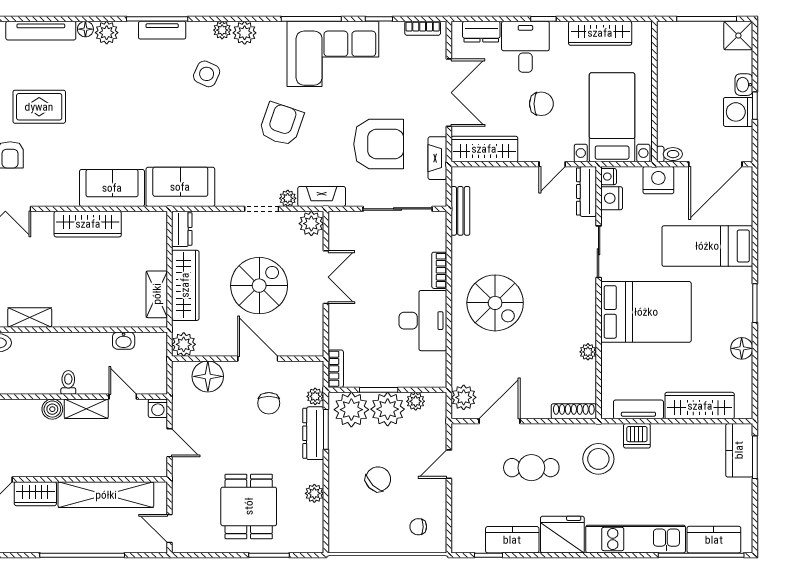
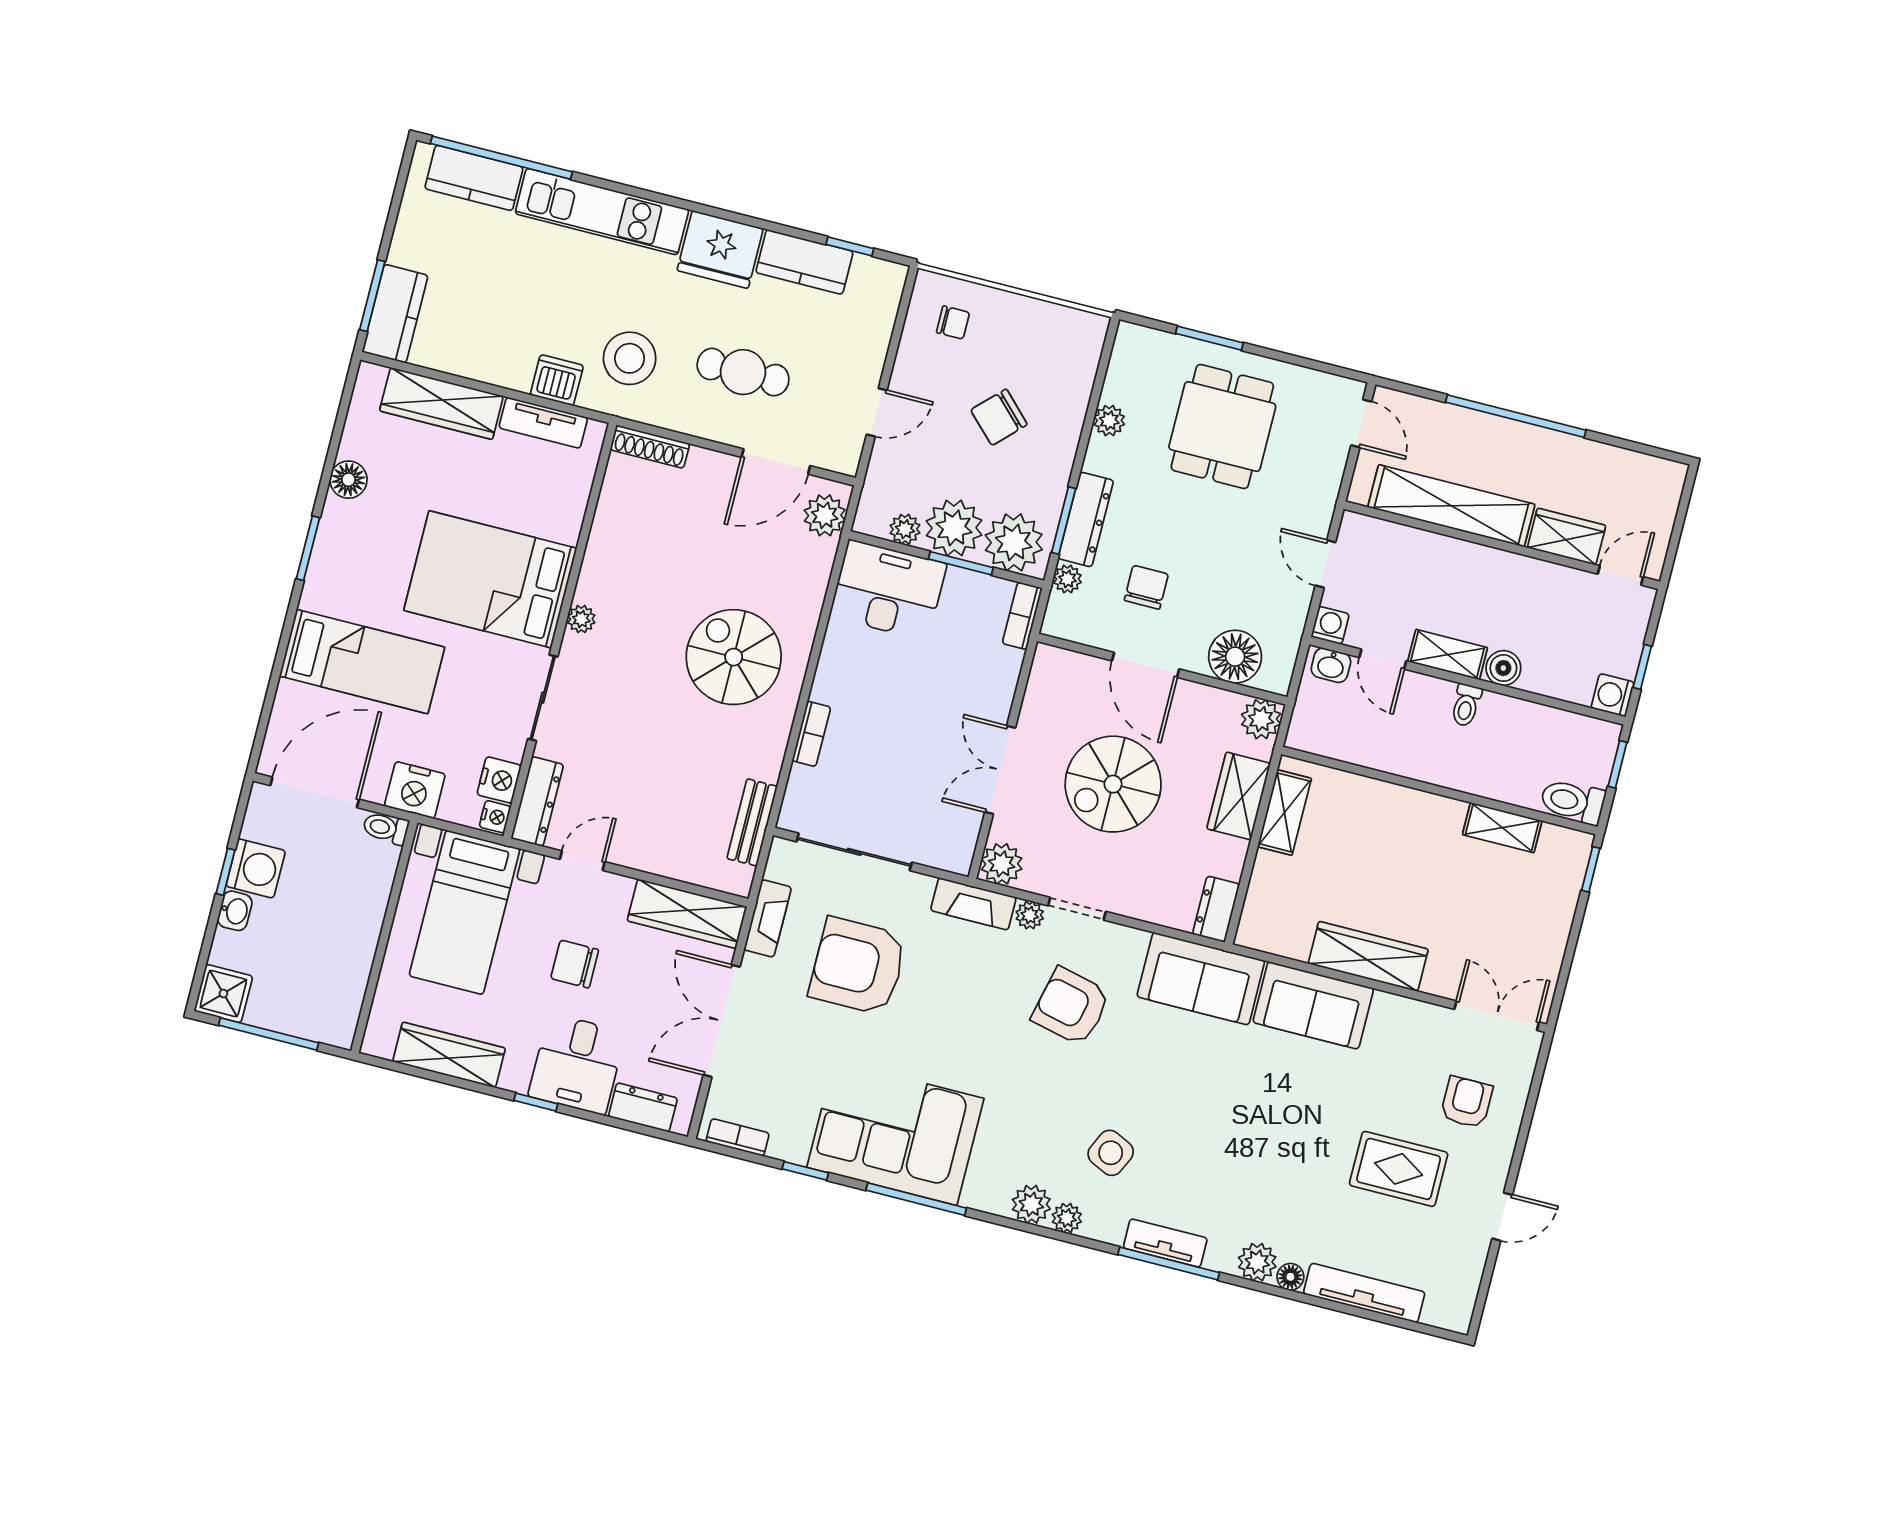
armchair: (281, 124) -> (1071, 1006), moved, turned 84
wardrobe: (185, 285) -> (1239, 796), width x0.67
desk: (423, 321) -> (888, 590), moved, turned 90
washbasin: (124, 341) -> (1331, 665), moved, turned 180
plant: (588, 352) -> (581, 619), moved

